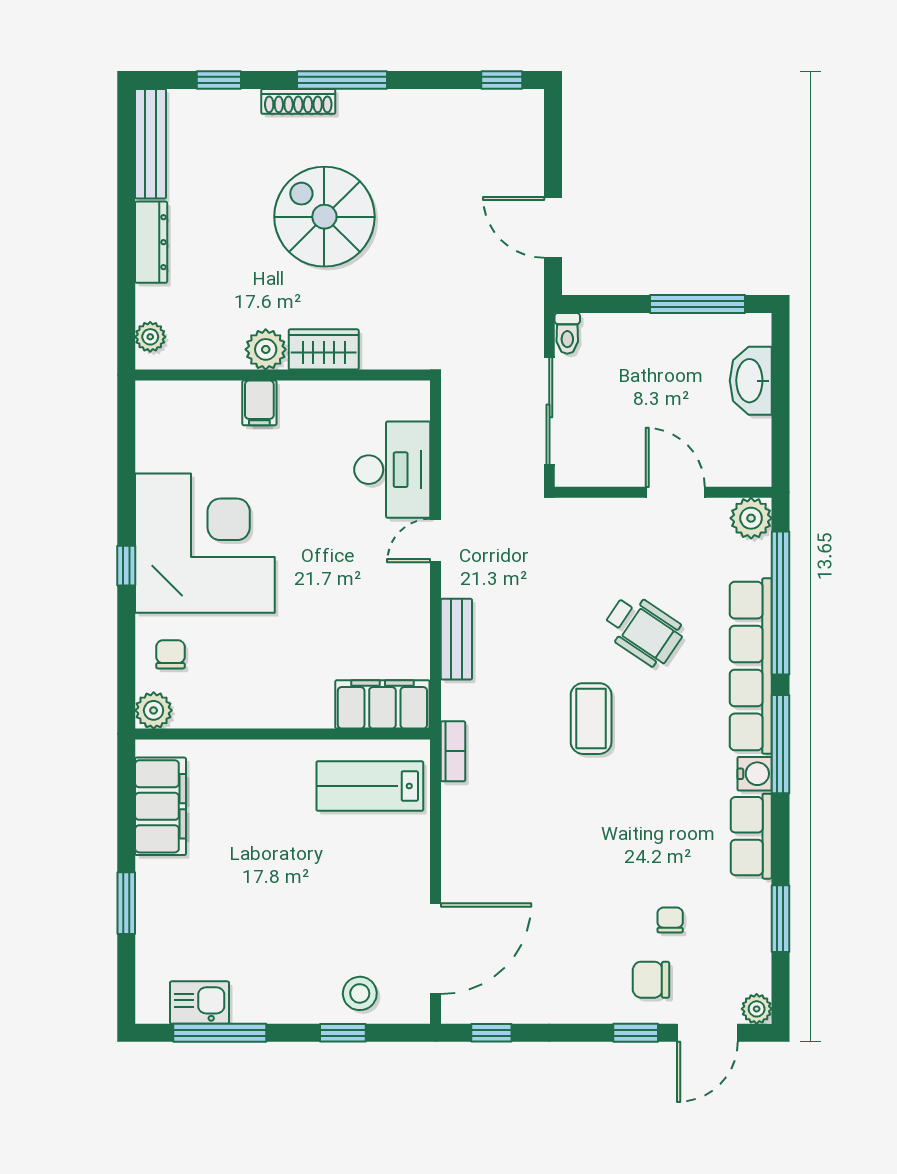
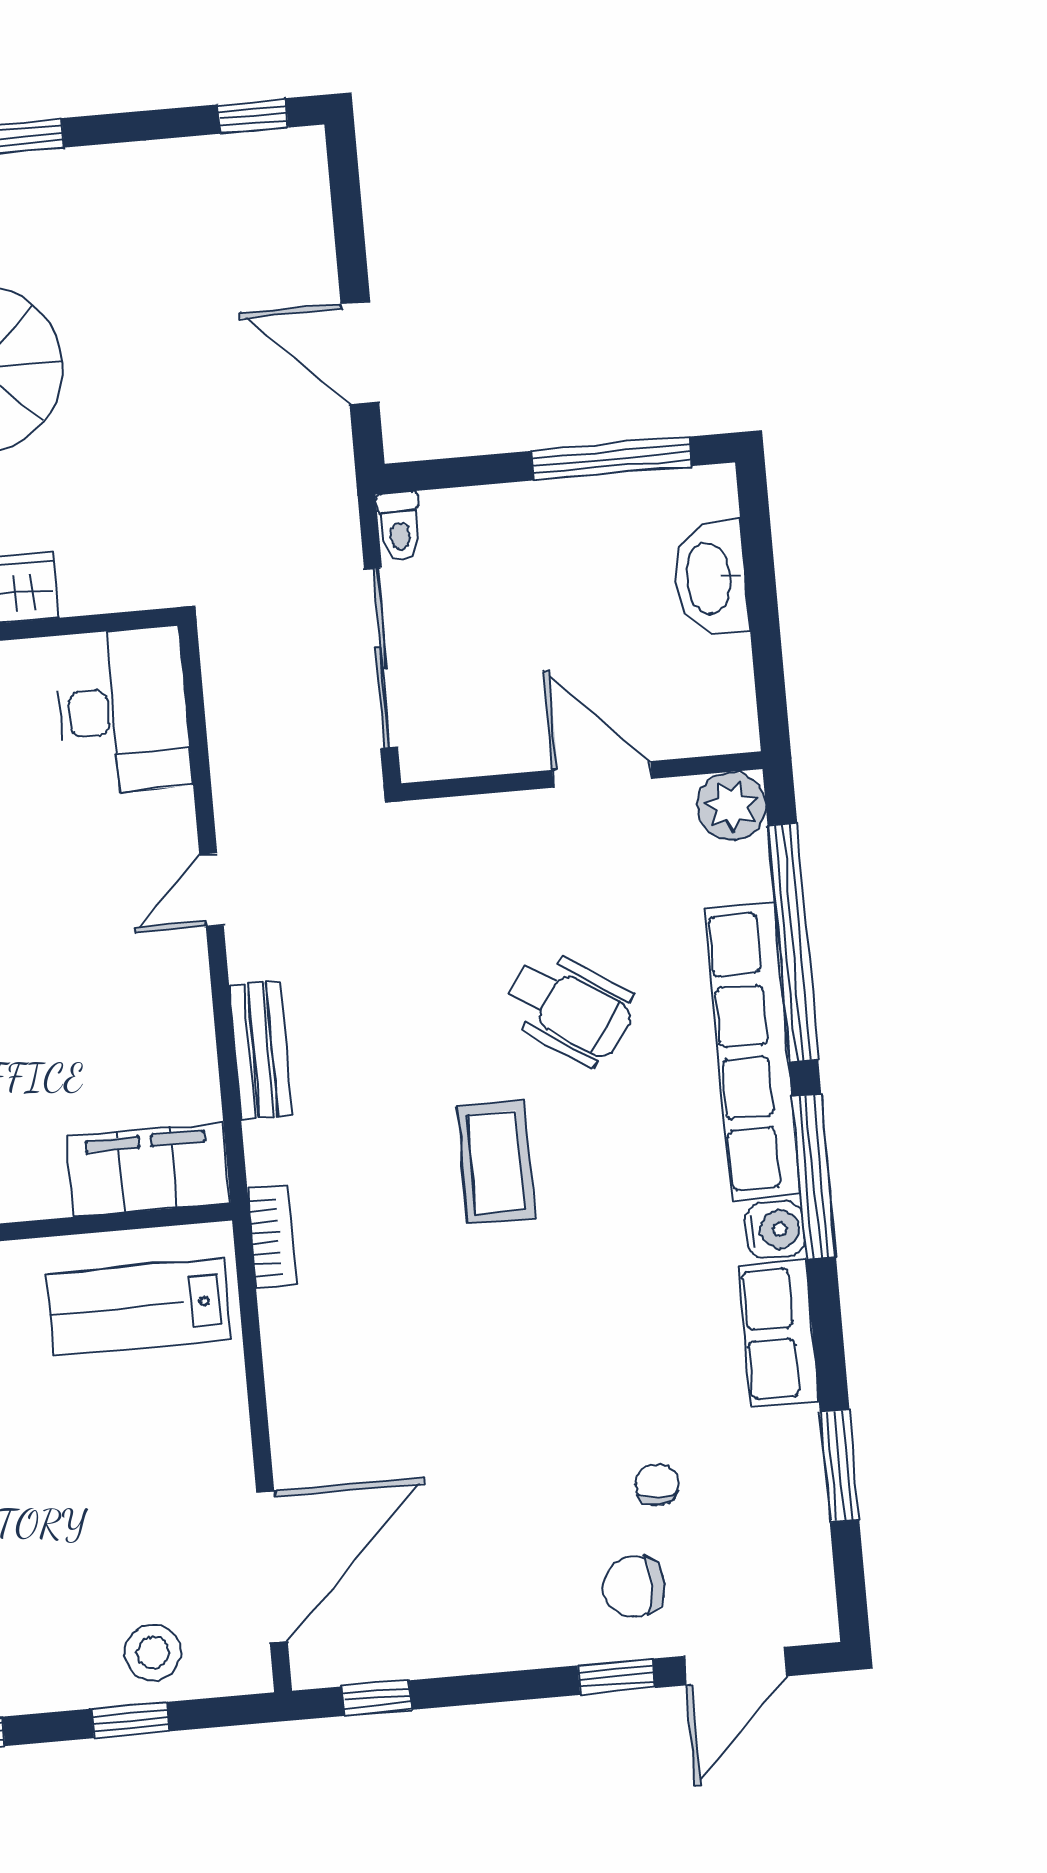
desk: (392, 470) -> (123, 711), moved
plant: (757, 1009) -> (813, 1619), removed

